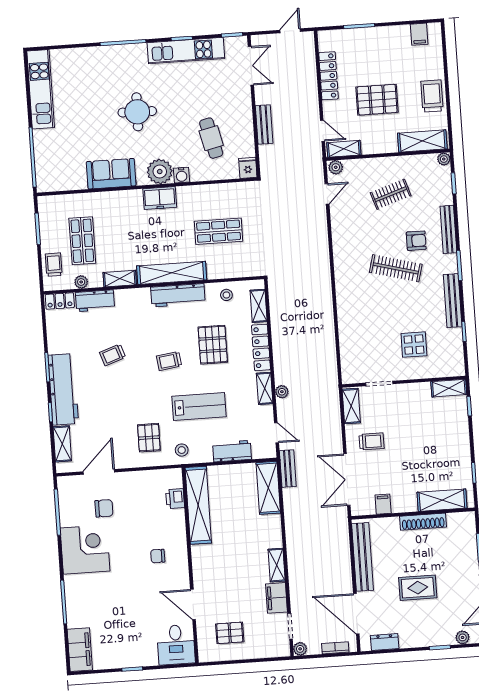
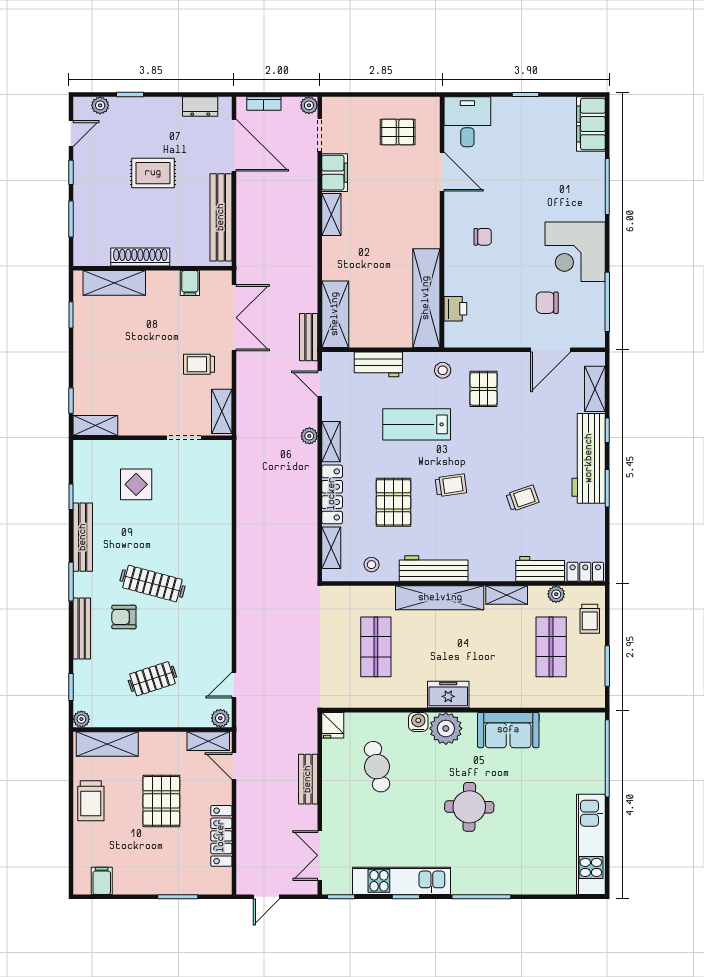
pallet: (377, 100) -> (161, 801), turned 90
shop shelf: (219, 231) -> (376, 647), turned 90

